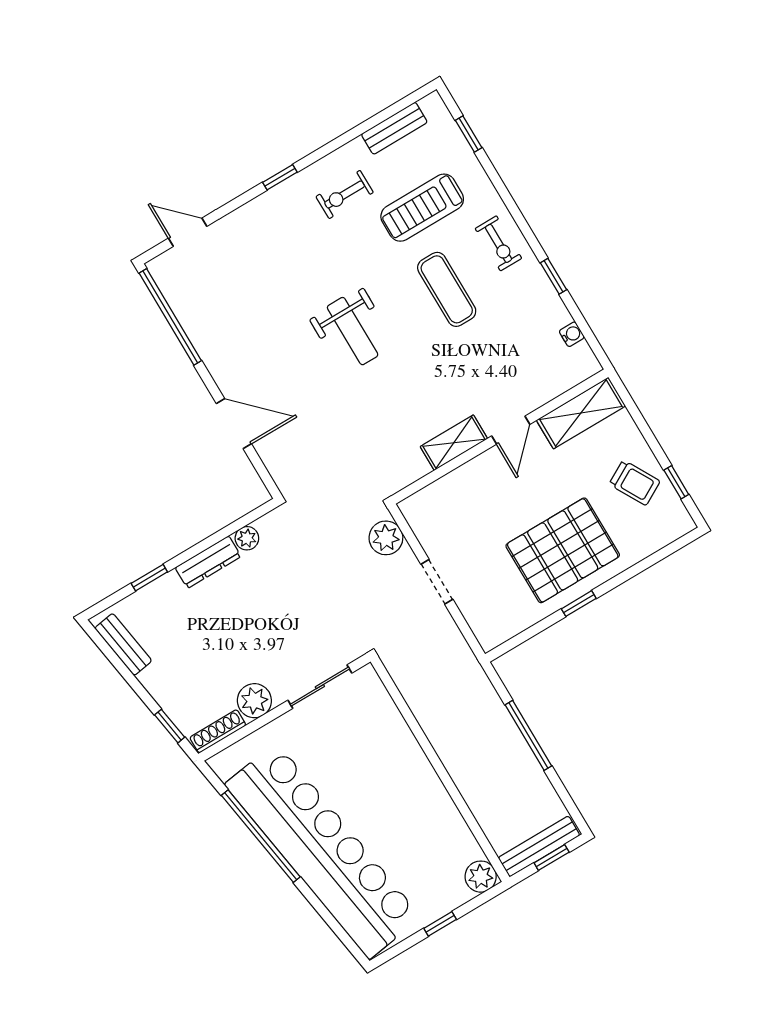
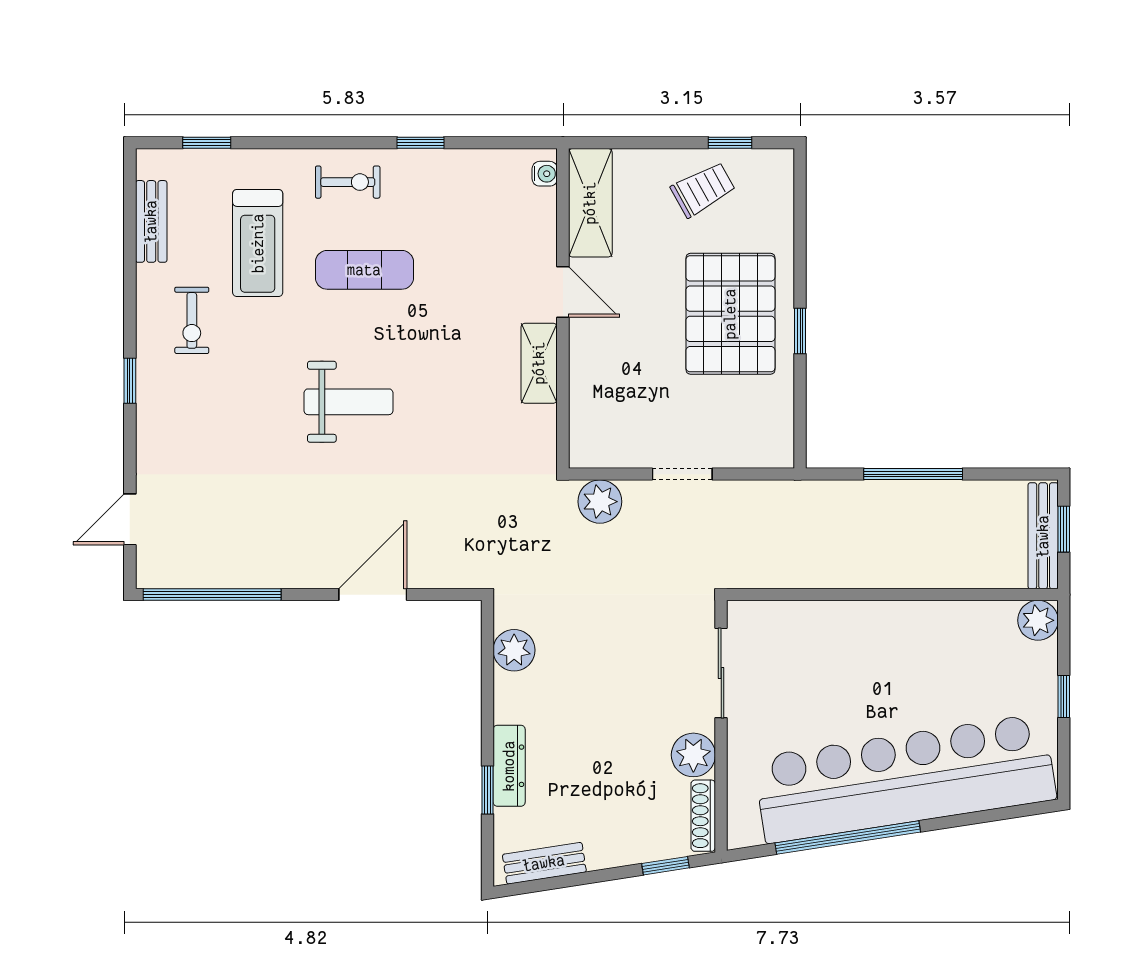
water cooler: (572, 334) -> (545, 174), moved, turned 90
plant: (247, 538) -> (514, 650), width x1.38, depth x1.38
dresser: (208, 562) -> (509, 766), moved

